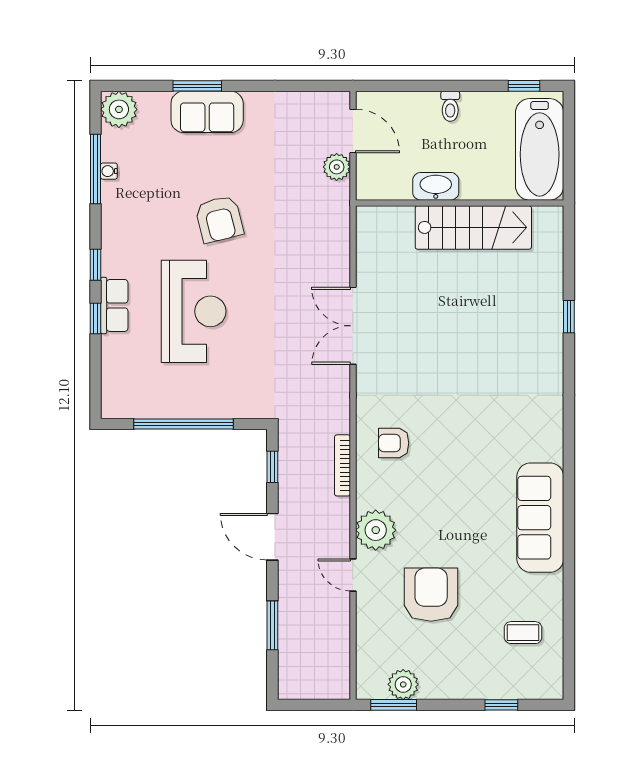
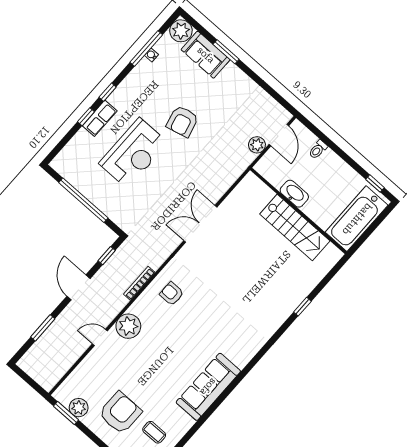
toilet: (450, 106) -> (318, 150), moved
sofa: (207, 112) -> (206, 55), moved
door: (353, 575) -> (100, 337), hinge flipped
armchair: (431, 595) -> (120, 413), moved

